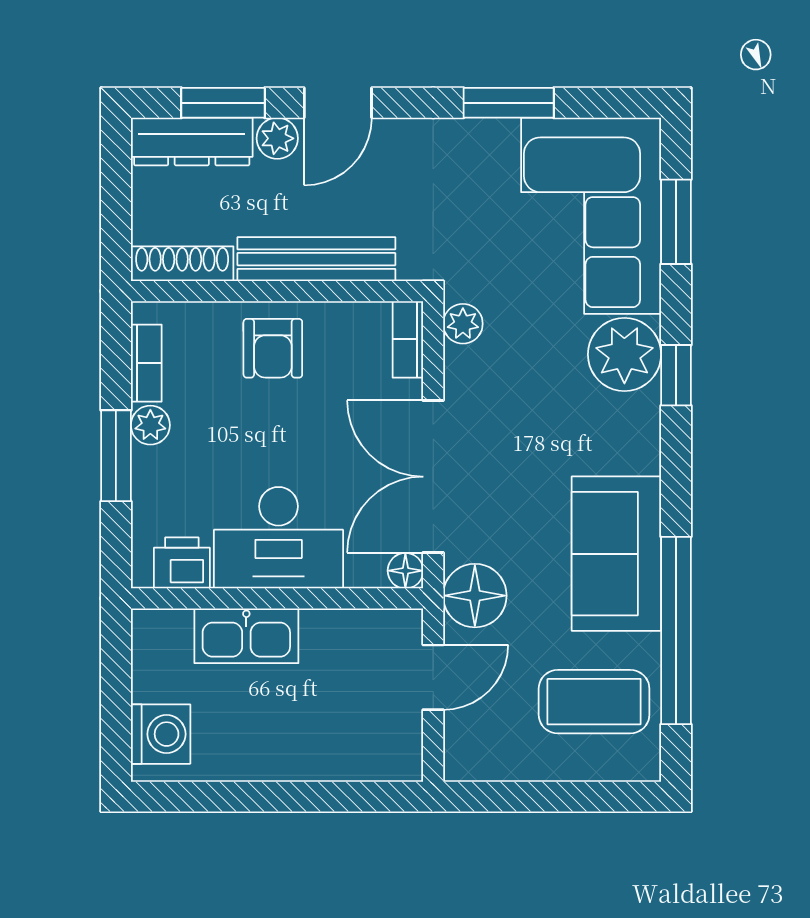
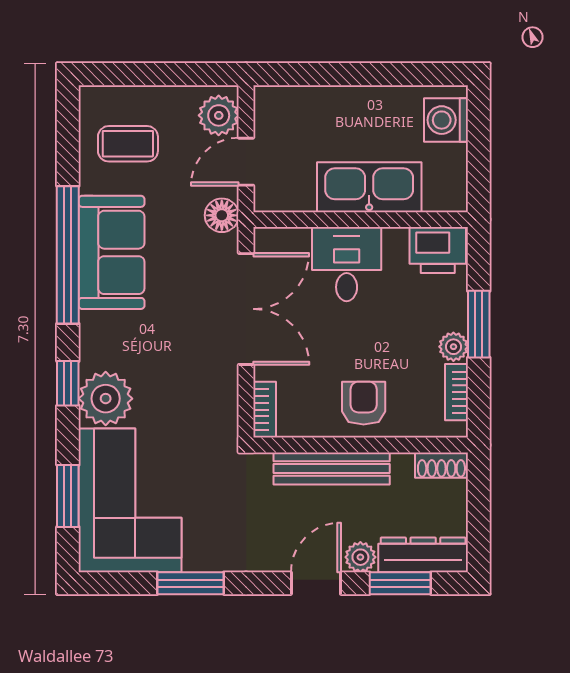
shoe rack: (182, 264) -> (441, 465), width x0.70
plant: (463, 324) -> (219, 115), moved, width x1.38, depth x1.38
desk: (279, 538) -> (347, 264), width x0.73
printer: (182, 563) -> (438, 250), width x1.36, depth x1.24
floor lamp: (405, 571) -> (266, 240), removed
floor lamp: (475, 596) -> (222, 215), width x0.73, depth x0.73
window: (676, 630) -> (68, 255), moved
kitchen sink: (246, 636) -> (369, 187), width x1.36, depth x1.24
coffee table: (594, 702) -> (128, 144), width x0.73, depth x0.77

